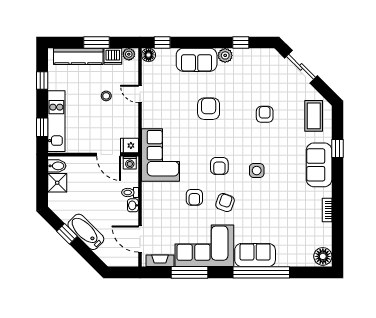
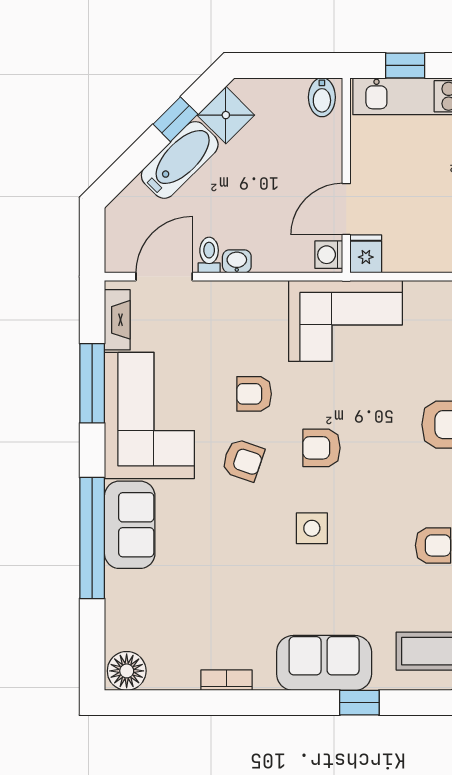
shower: (57, 183) -> (226, 115), moved, turned 45
toilet: (130, 192) -> (209, 255), moved

